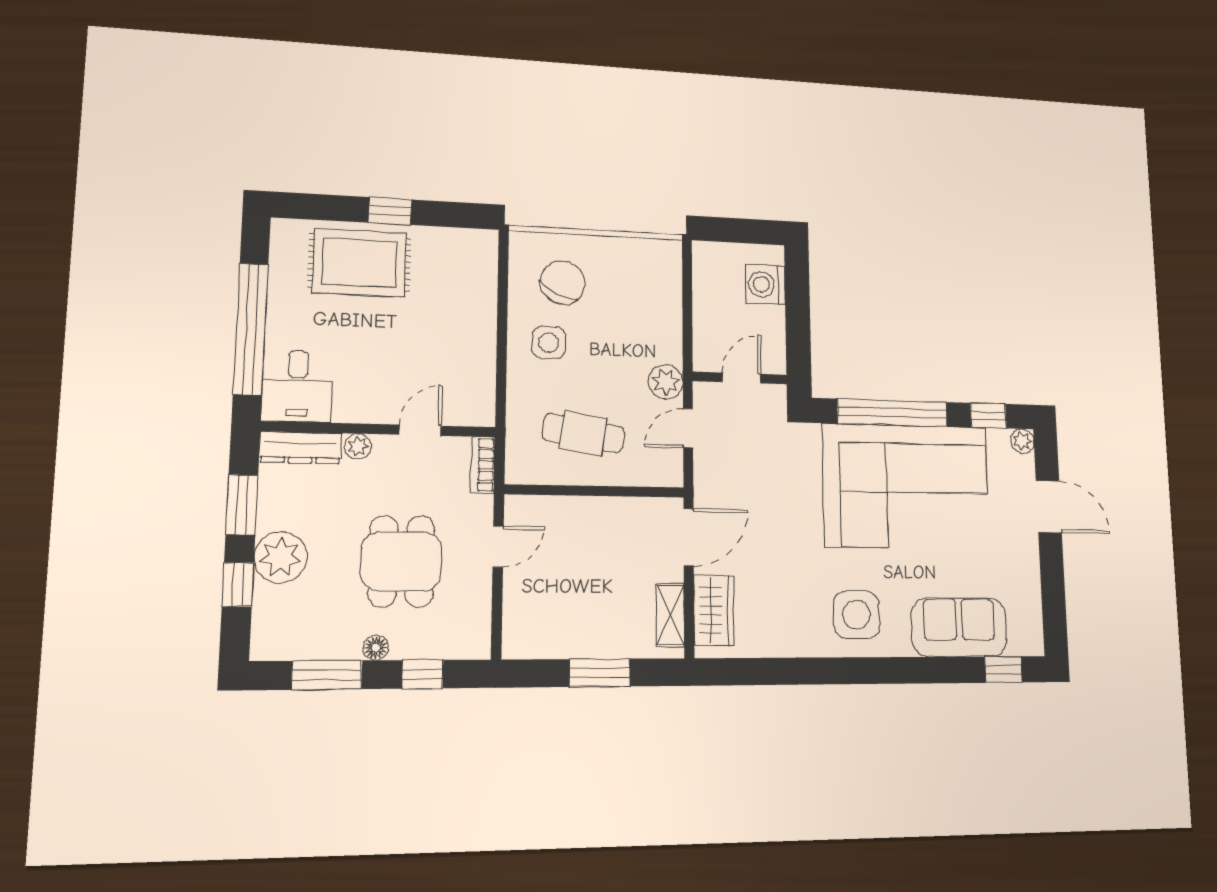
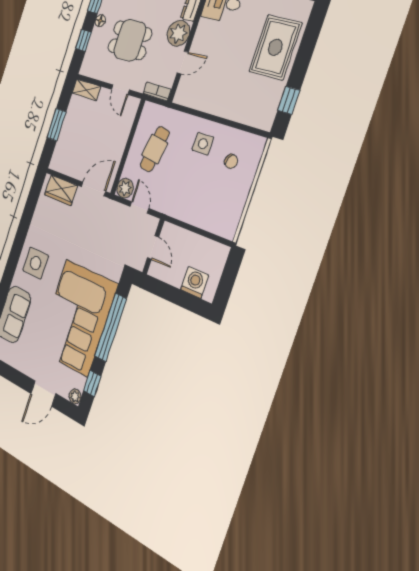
window: (390, 211) -> (289, 100), moved
chair: (563, 282) -> (231, 161), width x0.54, depth x0.54
plant: (666, 382) -> (125, 188), moved
door: (420, 430) -> (183, 63), hinge flipped
plant: (358, 446) -> (178, 33), width x1.88, depth x1.88
door: (689, 537) -> (93, 189), swing flipped
shelving: (670, 615) -> (86, 90), moved

